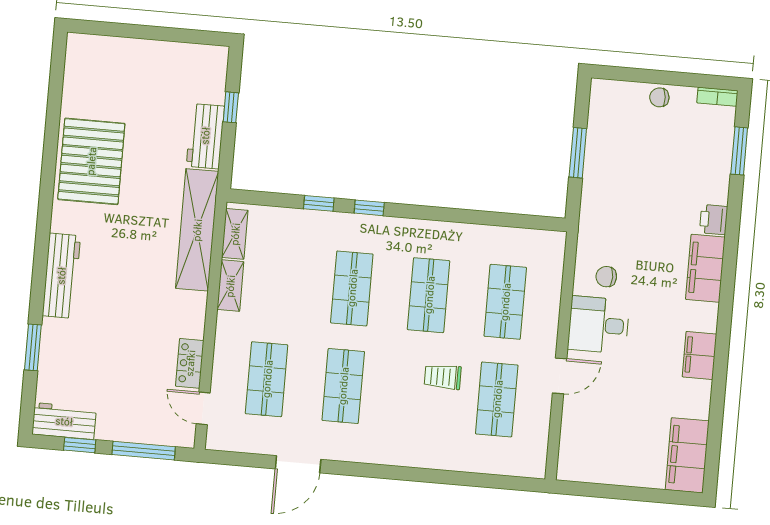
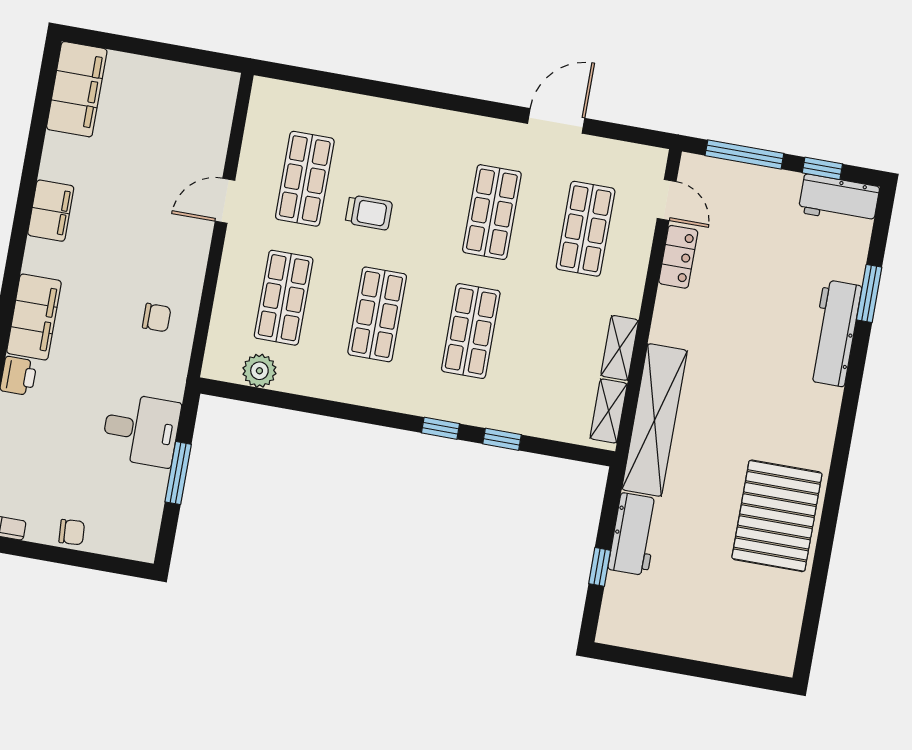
plant: (519, 241) -> (259, 371), added
workbench: (61, 276) -> (834, 333), moved
desk: (599, 325) -> (141, 430), moved

